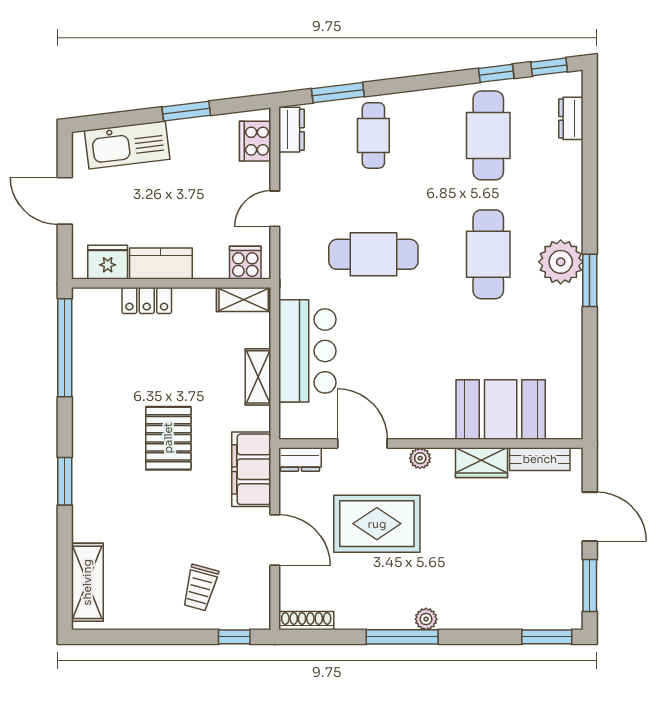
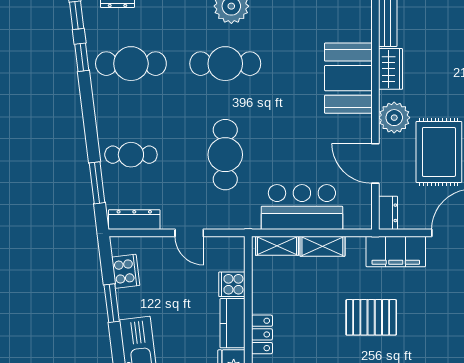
dresser: (292, 130) -> (134, 220), width x1.44
cooker: (255, 141) -> (126, 271), moved, turned -97
cooker: (245, 263) -> (232, 284), moved
shelving: (244, 300) -> (277, 246), moved, turned 90
booth: (501, 410) -> (348, 78), moved
door: (362, 444) -> (375, 163), hinge flipped
plant: (420, 458) -> (394, 118), width x1.87, depth x1.87

